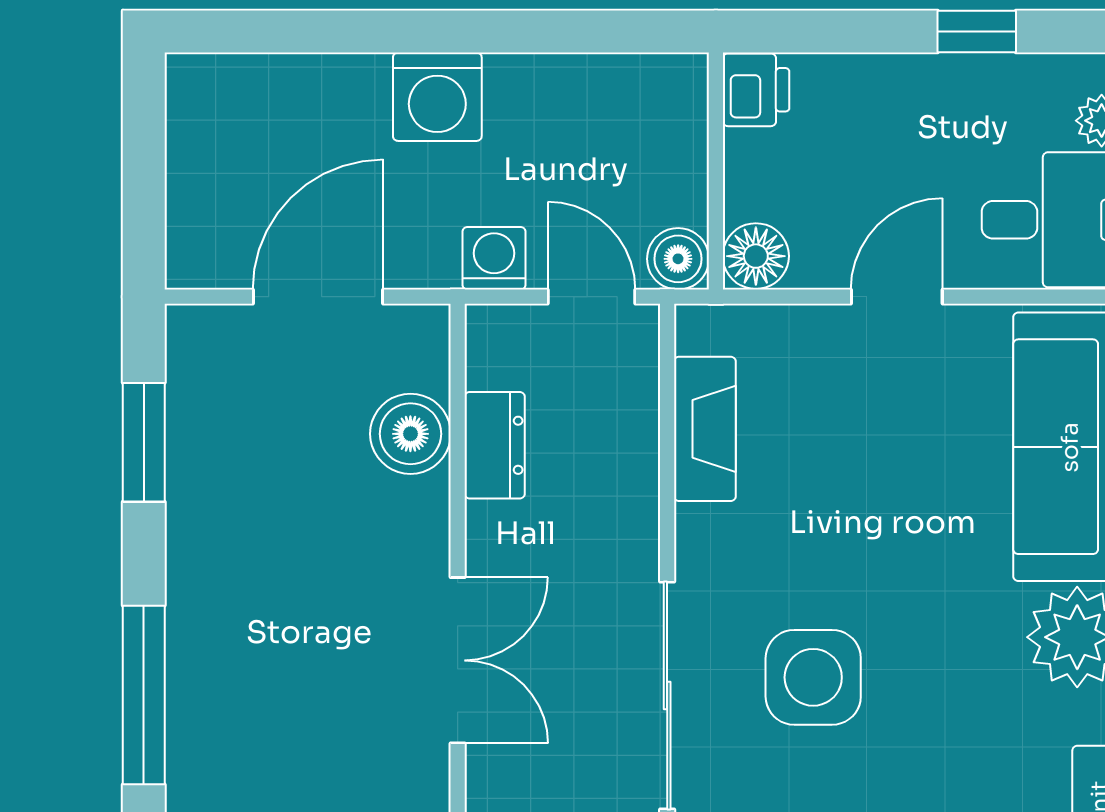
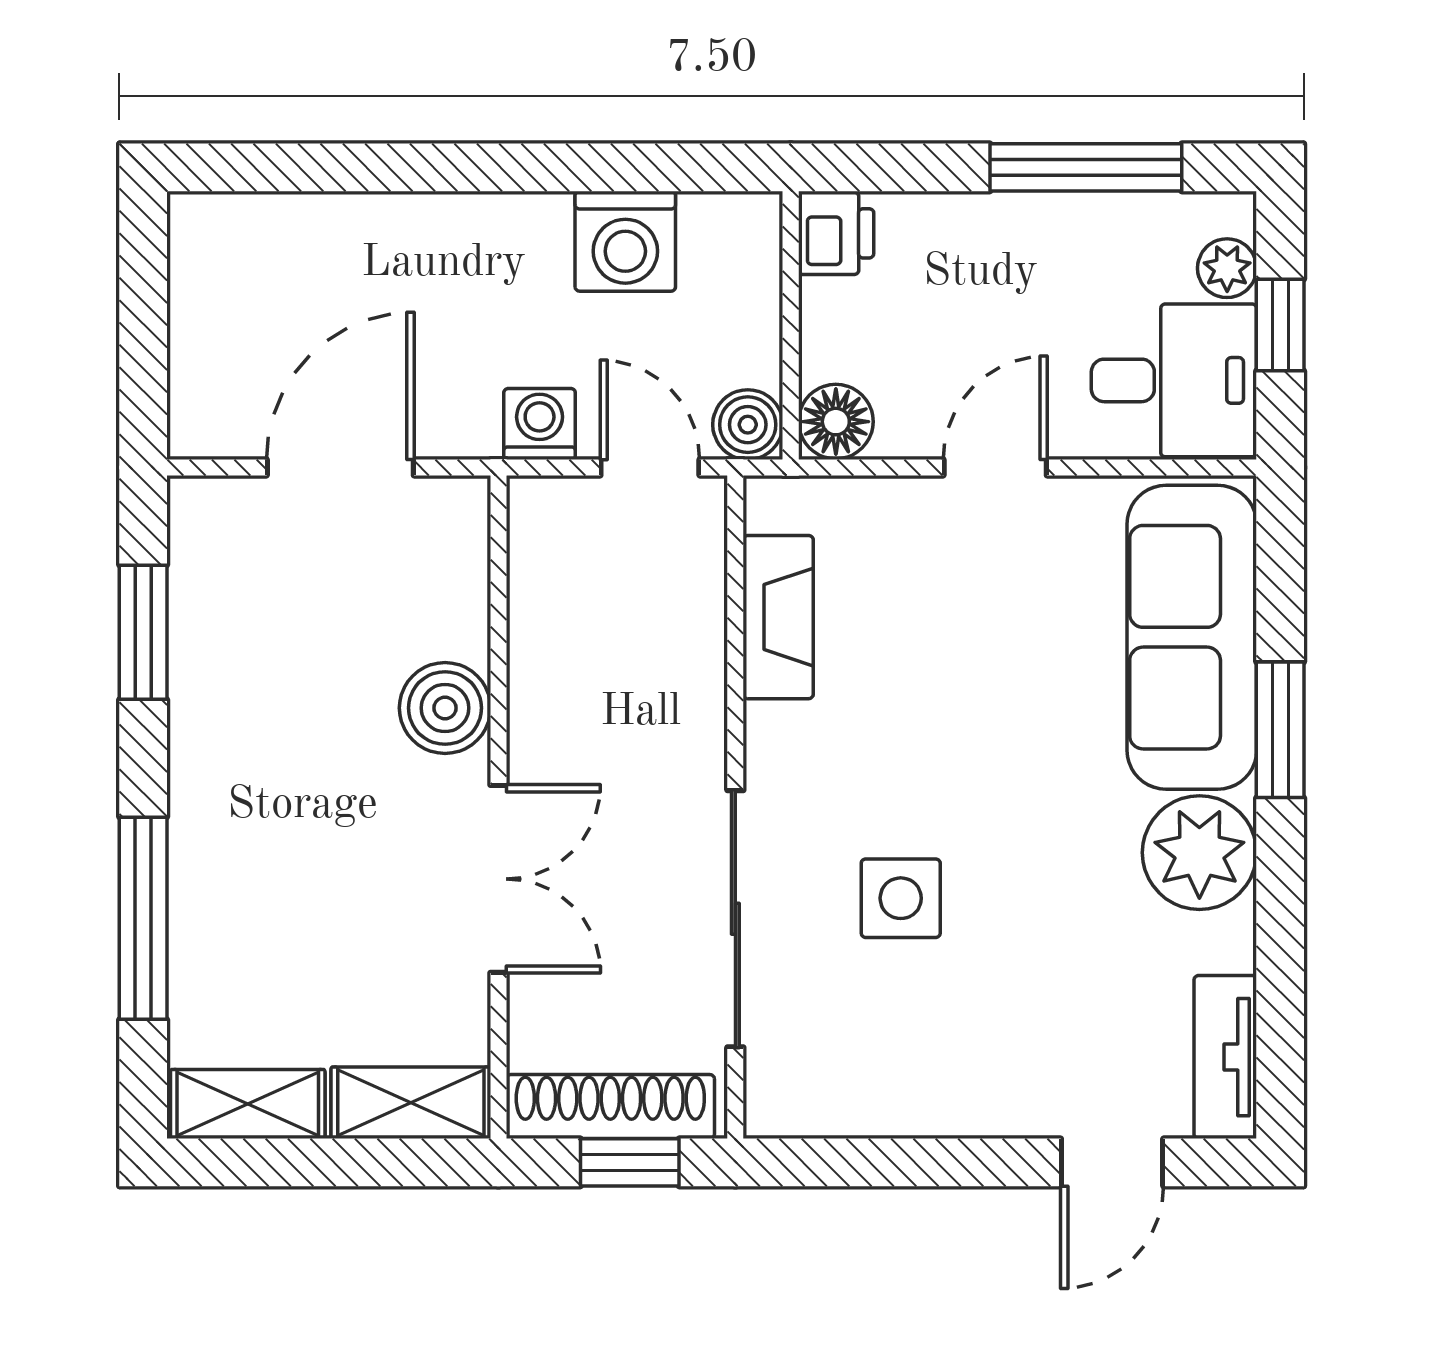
window: (977, 32) -> (1086, 167), width x2.17
washing machine: (437, 97) -> (625, 241), moved
boiler: (410, 434) -> (445, 708), moved
dresser: (495, 445) -> (540, 636), removed
side table: (813, 677) -> (901, 898), width x0.73, depth x0.73

